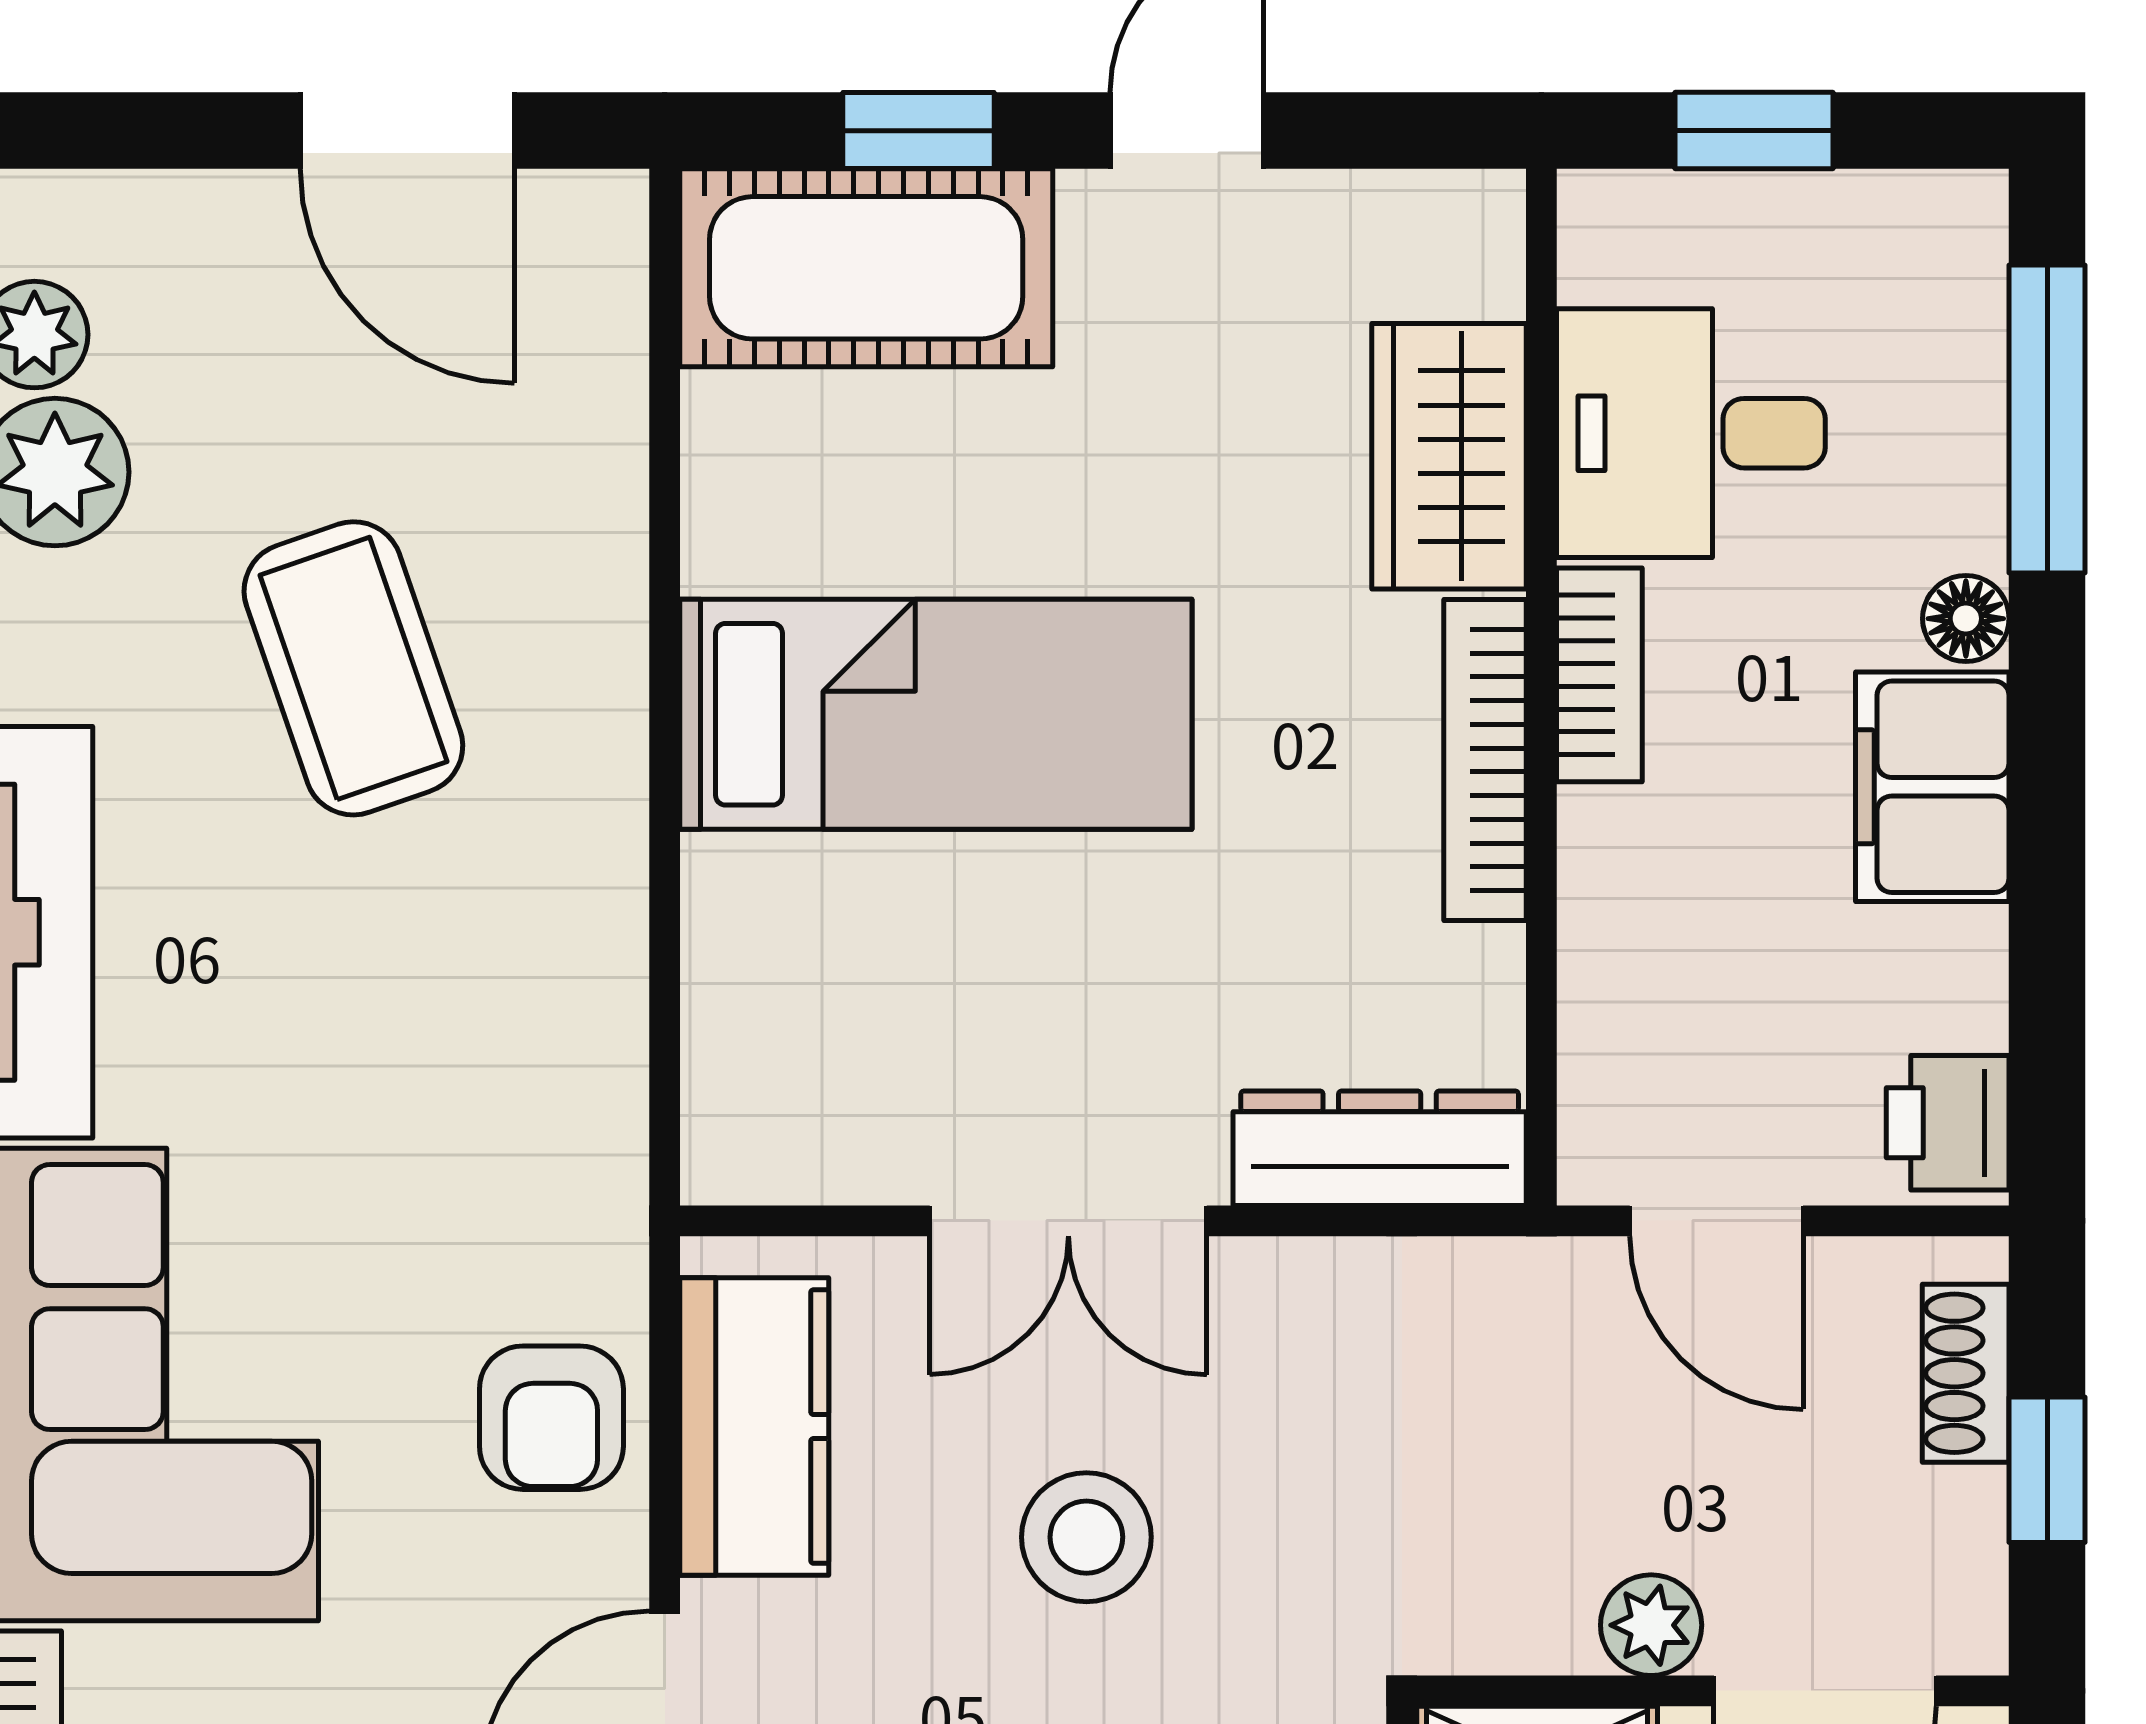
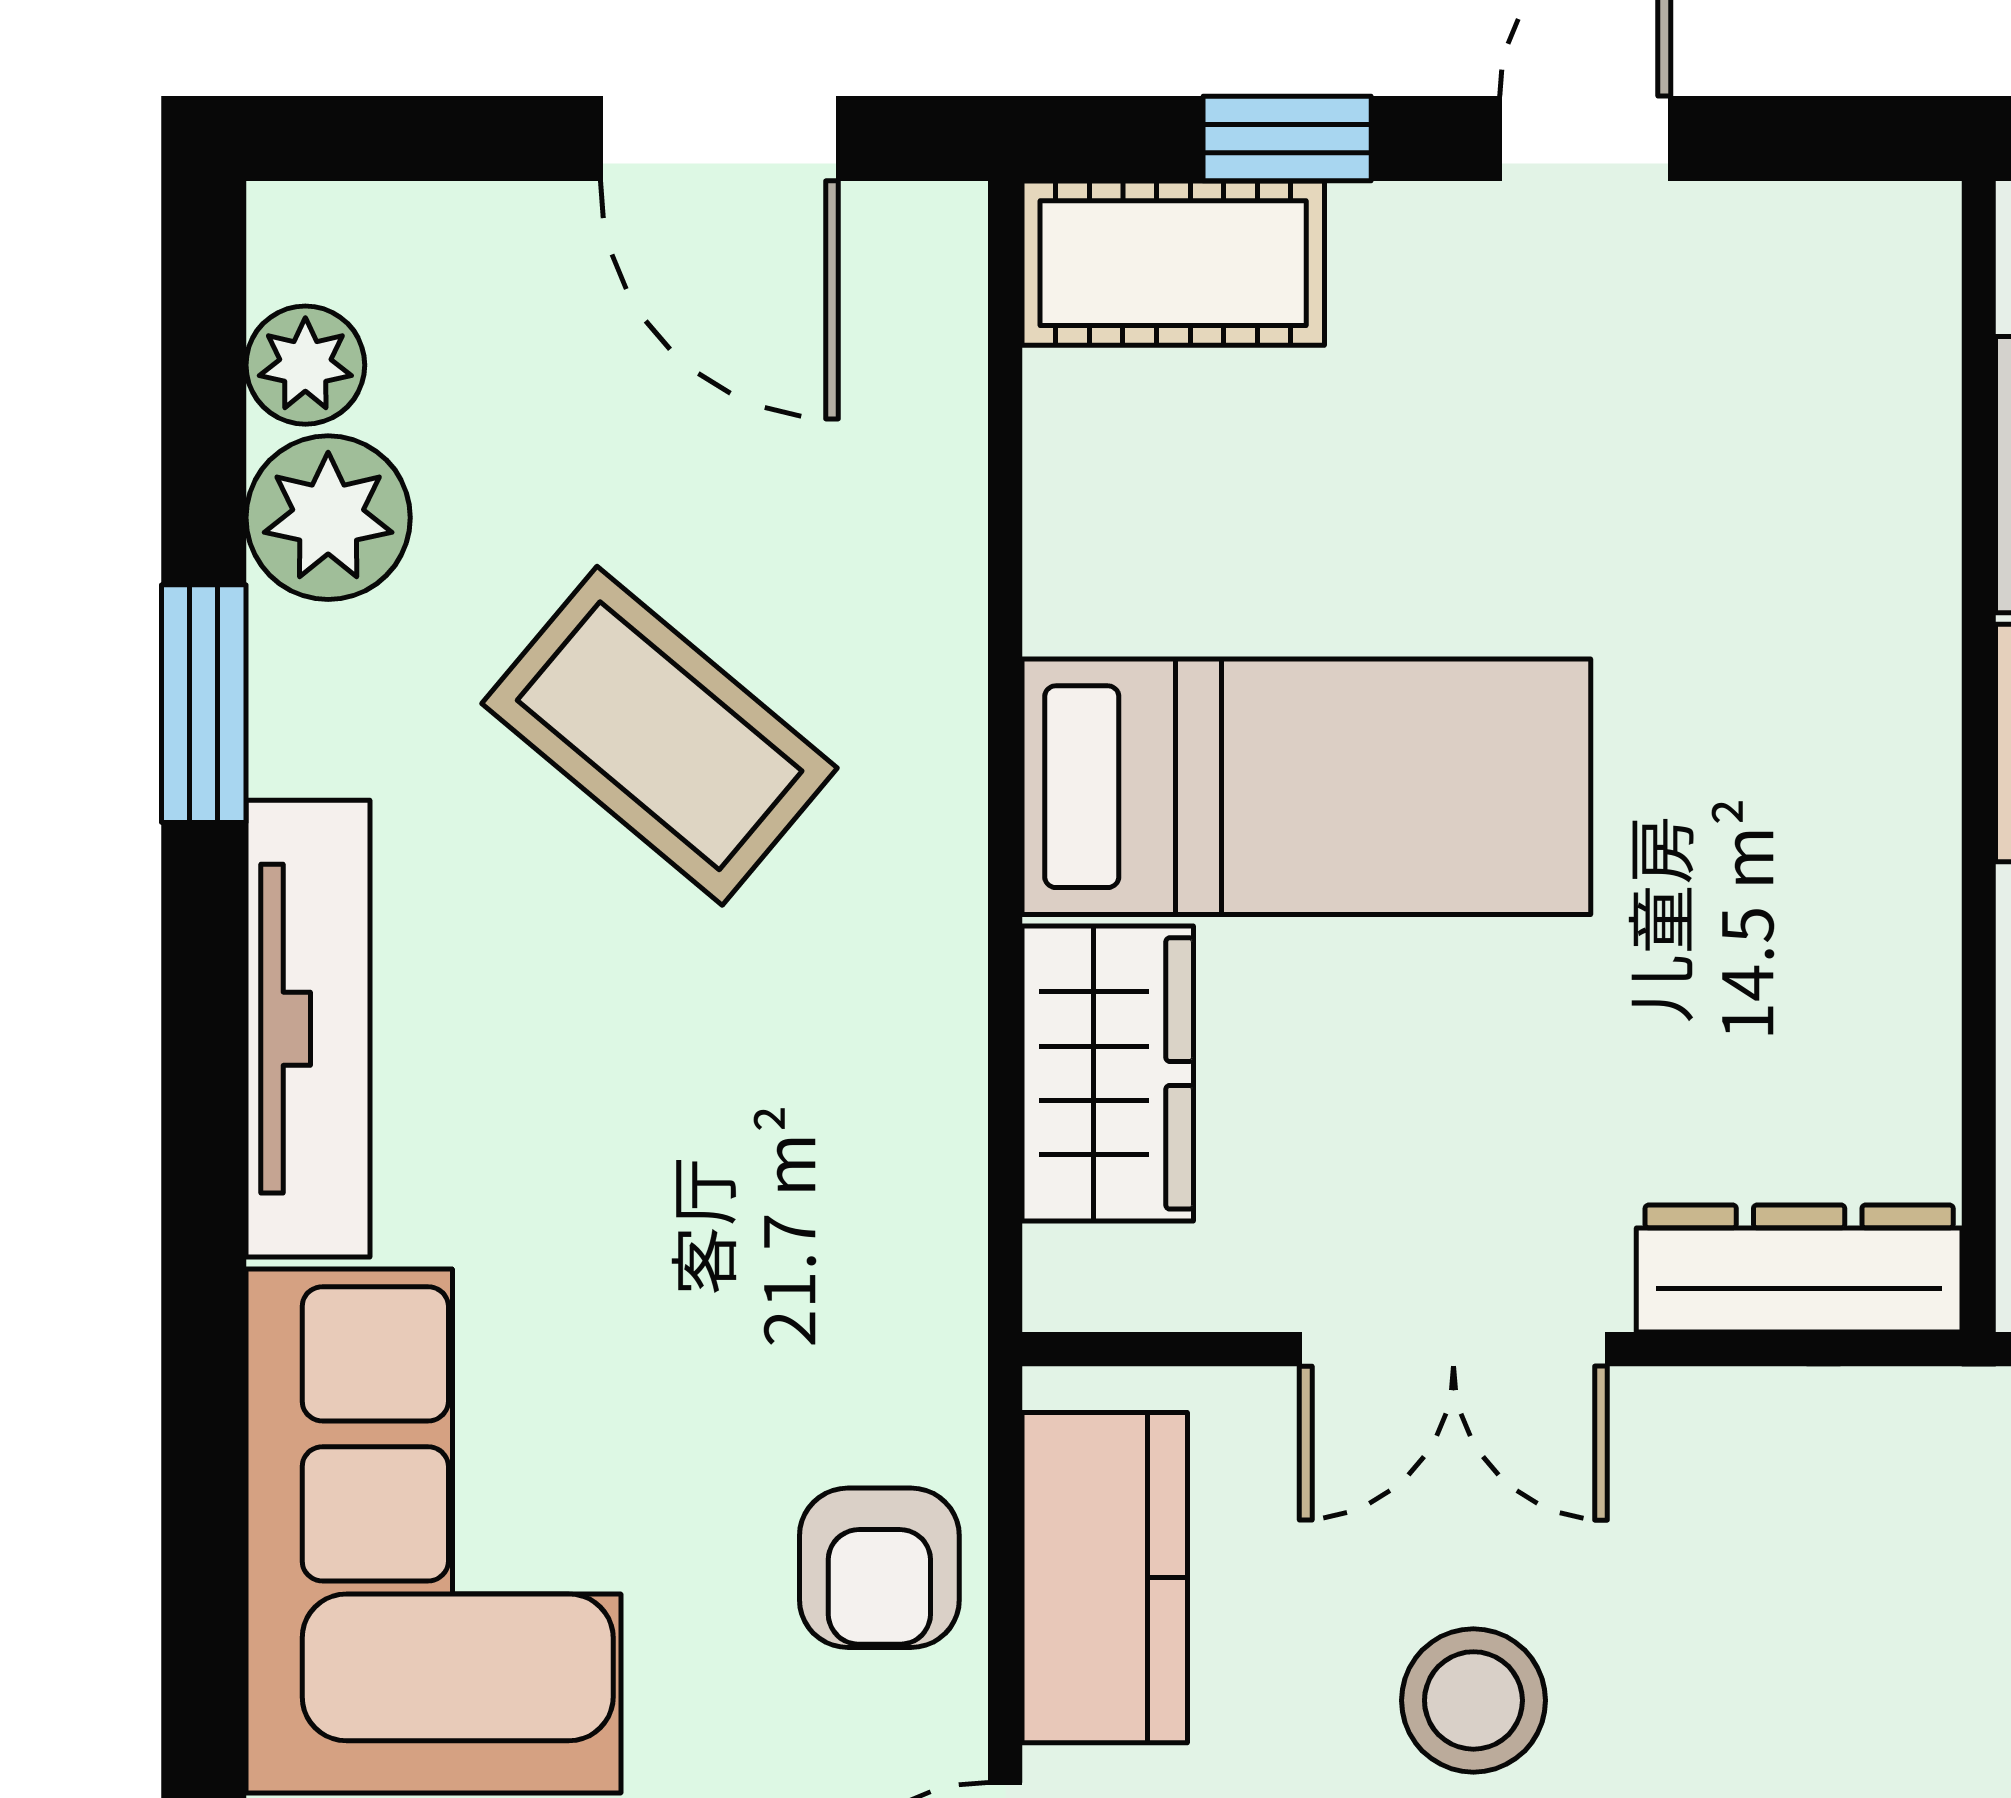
cot: (866, 268) -> (1173, 263), width x0.73, depth x0.75
wardrobe: (1449, 456) -> (1108, 1073), moved, turned 180
coffee table: (353, 668) -> (660, 736), turned -31
bookcase: (1485, 760) -> (1916, 837), removed

